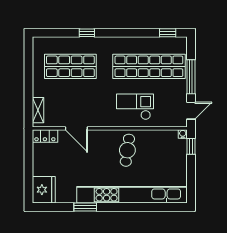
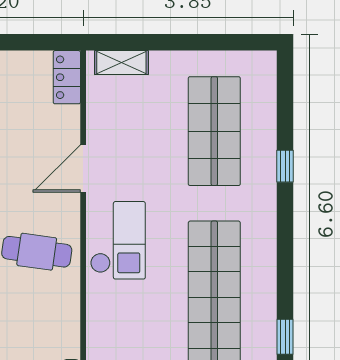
checkout: (135, 107) -> (118, 240), moved
door: (76, 128) -> (83, 168), moved

